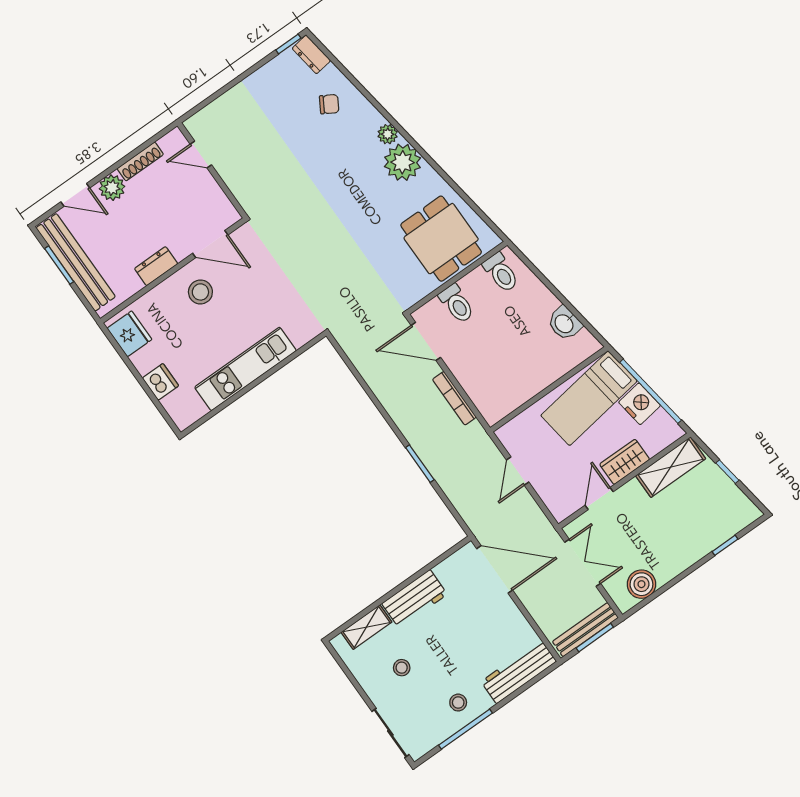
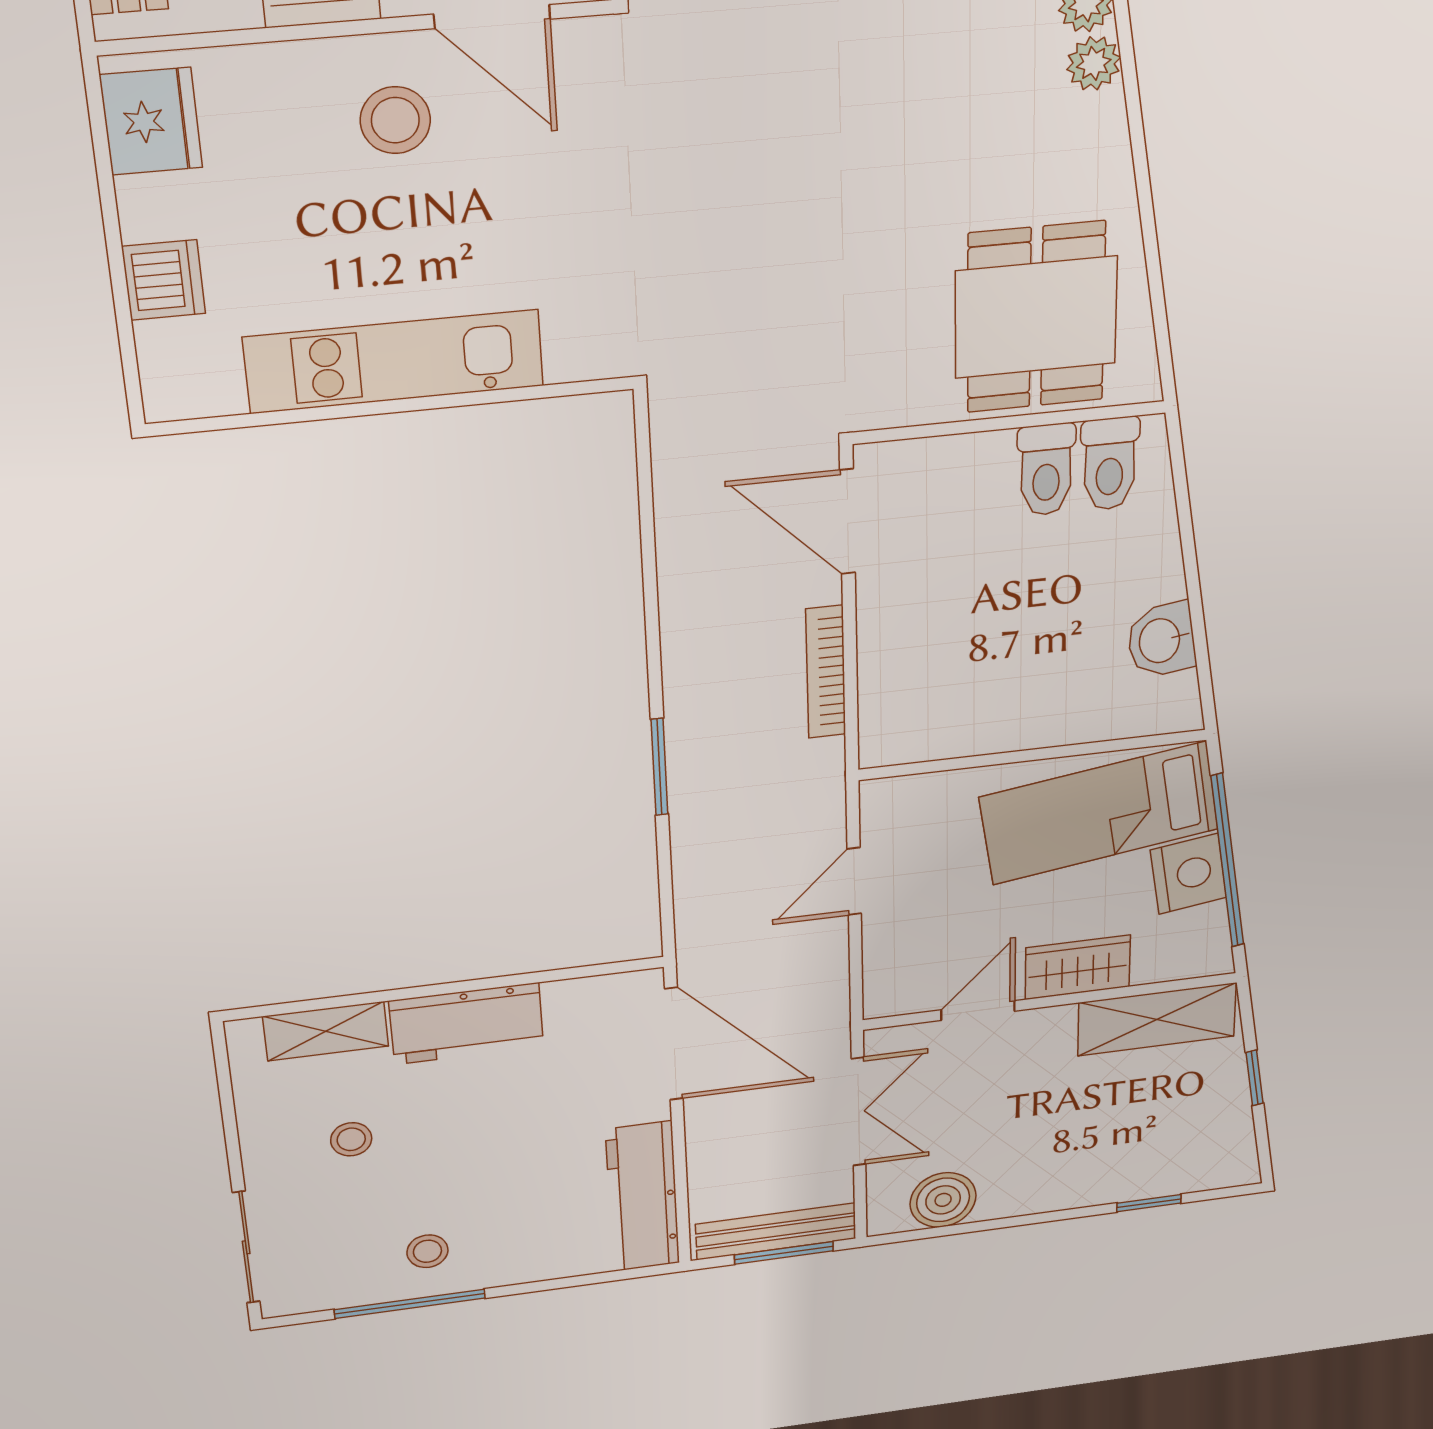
plant: (403, 162) -> (1094, 63), width x0.53, depth x0.53
toilet: (457, 304) -> (1046, 470), moved
workbench: (519, 672) -> (643, 1197), moved, turned -90

